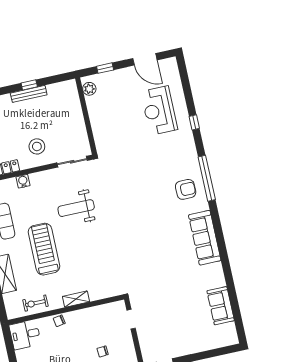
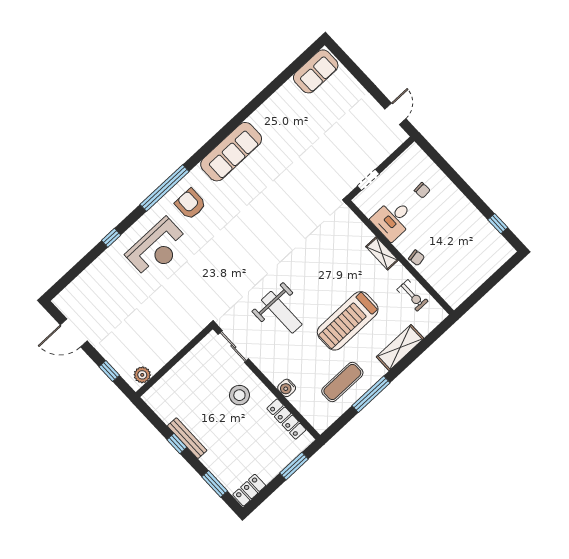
door: (145, 59) -> (74, 333), swing flipped
reception desk: (159, 111) -> (157, 248), moved
sofa: (221, 306) -> (316, 71), moved
desk: (25, 335) -> (393, 219), moved, turned 90

